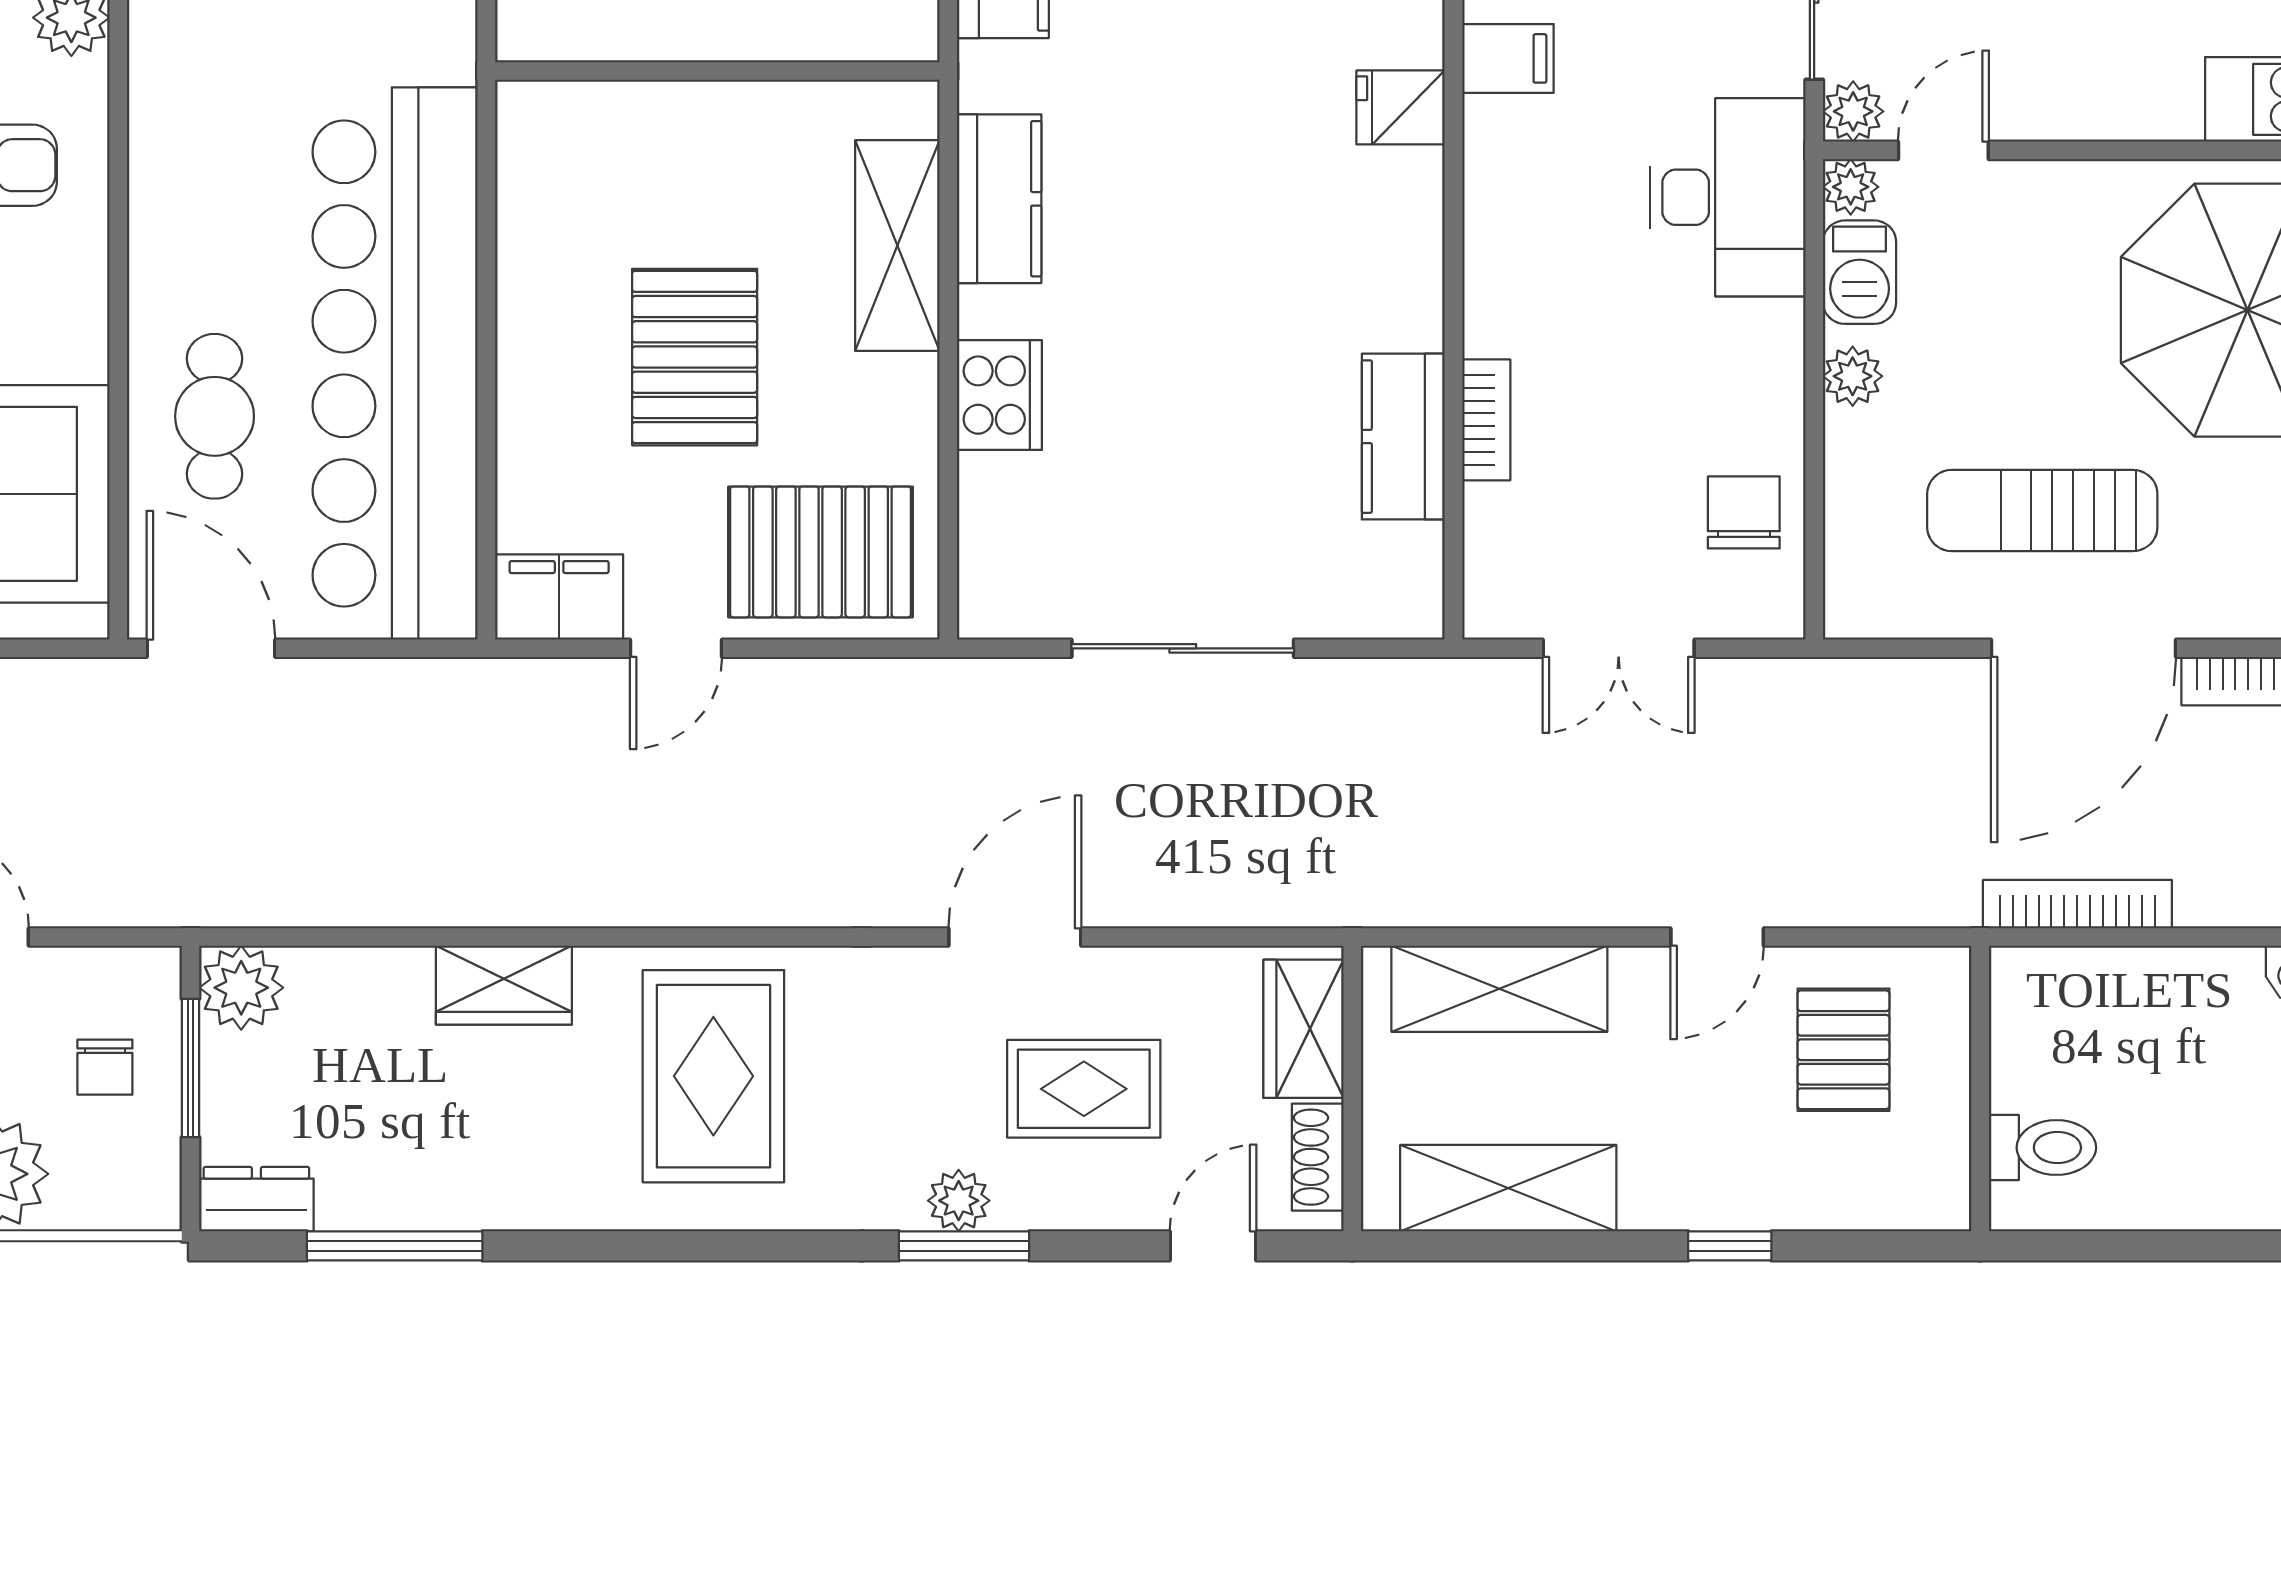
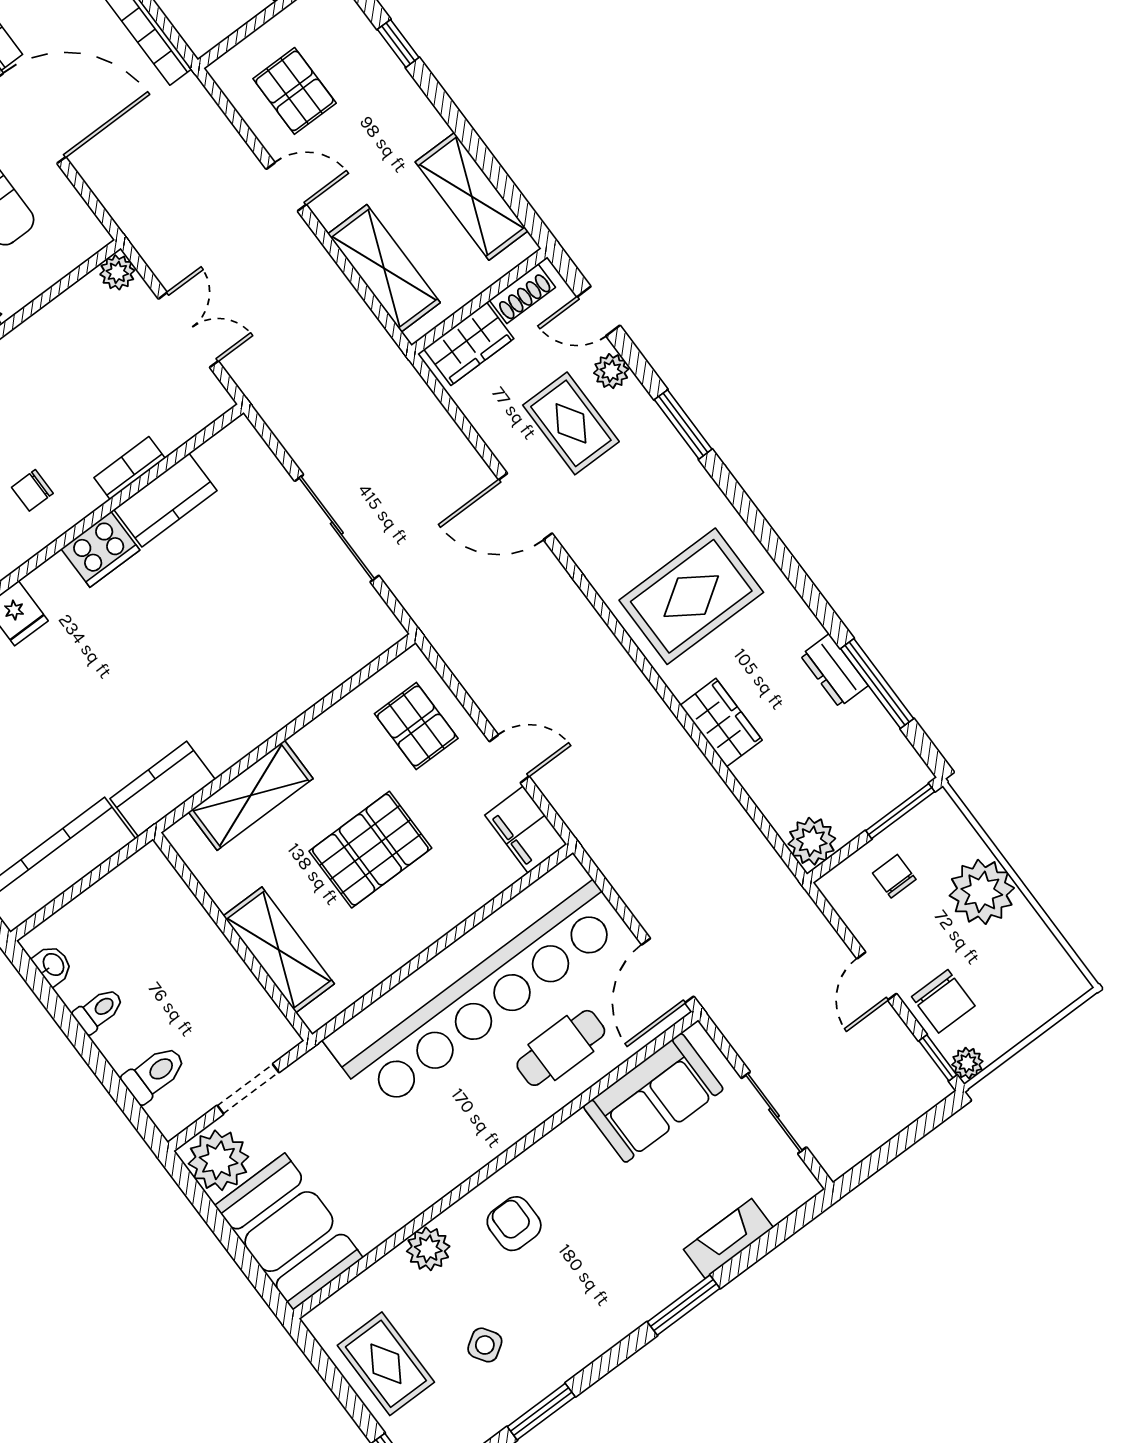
shelving: (650, 122) -> (279, 950), added
kitchen counter: (999, 199) -> (163, 789), moved
cooker: (999, 395) -> (100, 549), moved, turned 180
chair: (1744, 512) -> (32, 490), moved, width x0.73, depth x0.73
pallet: (821, 552) -> (416, 726), width x0.67, depth x0.71
plant: (1775, 609) -> (117, 272), added
pallet: (1843, 1050) -> (295, 91), turned 90
chair: (105, 1067) -> (894, 876), turned -90
window: (190, 1068) -> (900, 811), moved
dresser: (256, 1199) -> (834, 670), moved
plant: (959, 1201) -> (611, 371), moved
window: (1730, 1246) -> (398, 43), moved

